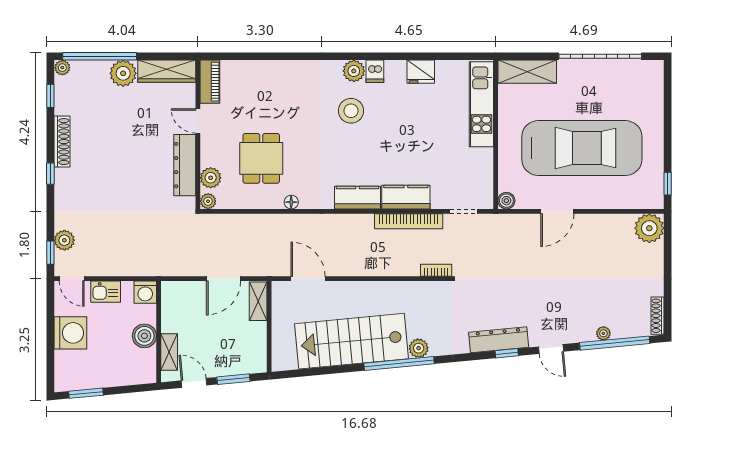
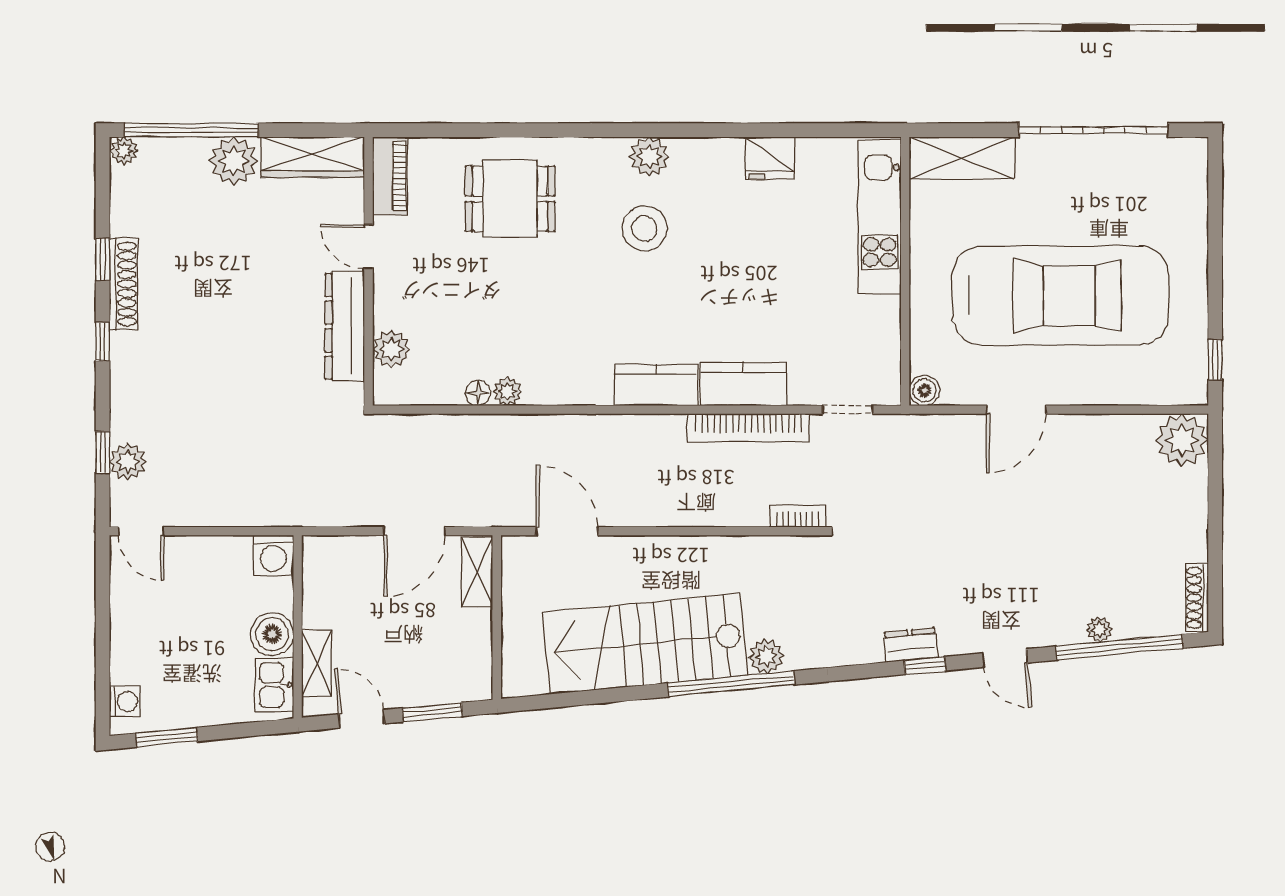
dishwasher: (375, 71) -> (688, 157), removed
window: (50, 96) -> (103, 259), moved
dining table: (261, 158) -> (510, 199), moved, turned 90
plant: (208, 201) -> (507, 391), moved
floor lamp: (291, 202) -> (478, 393), moved
window: (50, 253) -> (103, 452), moved
kitchen sink: (106, 292) -> (274, 685), moved, turned 90
washing machine: (70, 333) -> (125, 701), moved, width x0.53, depth x0.53
dresser: (499, 340) -> (911, 645), width x0.51, depth x0.80

